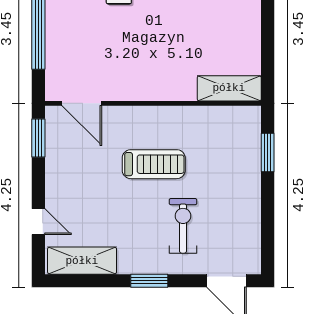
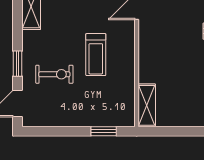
window: (149, 281) -> (17, 64), moved

